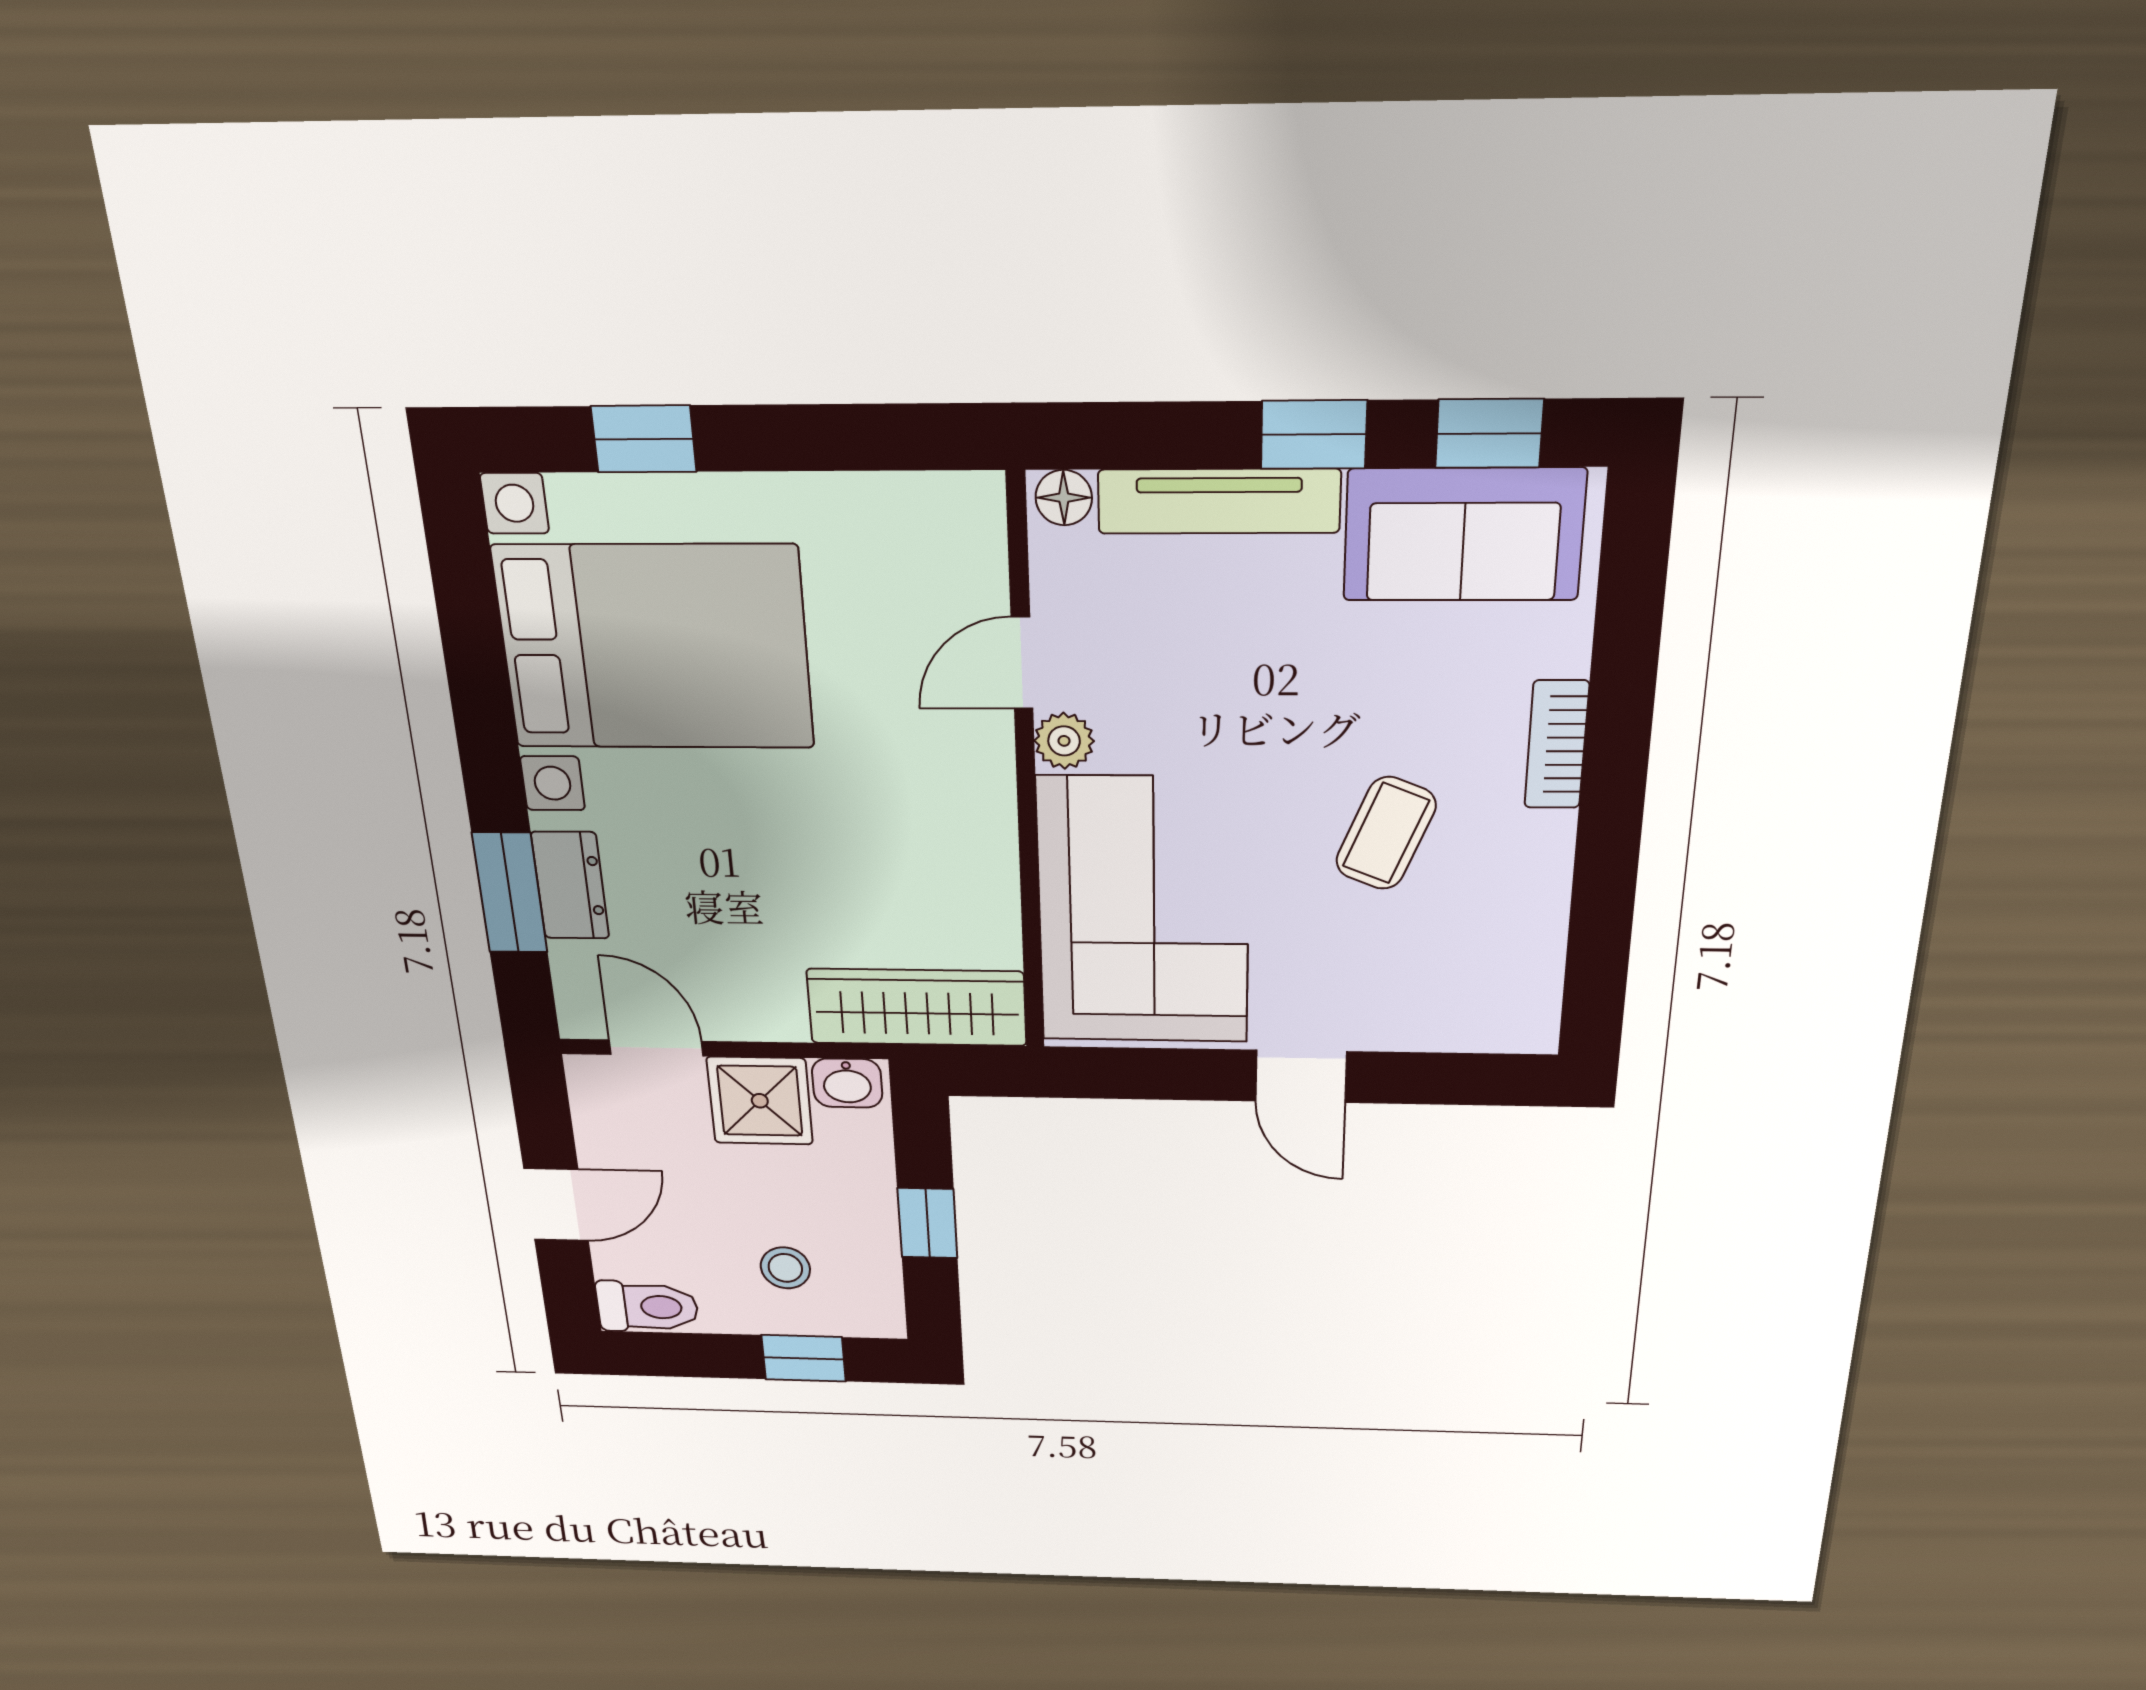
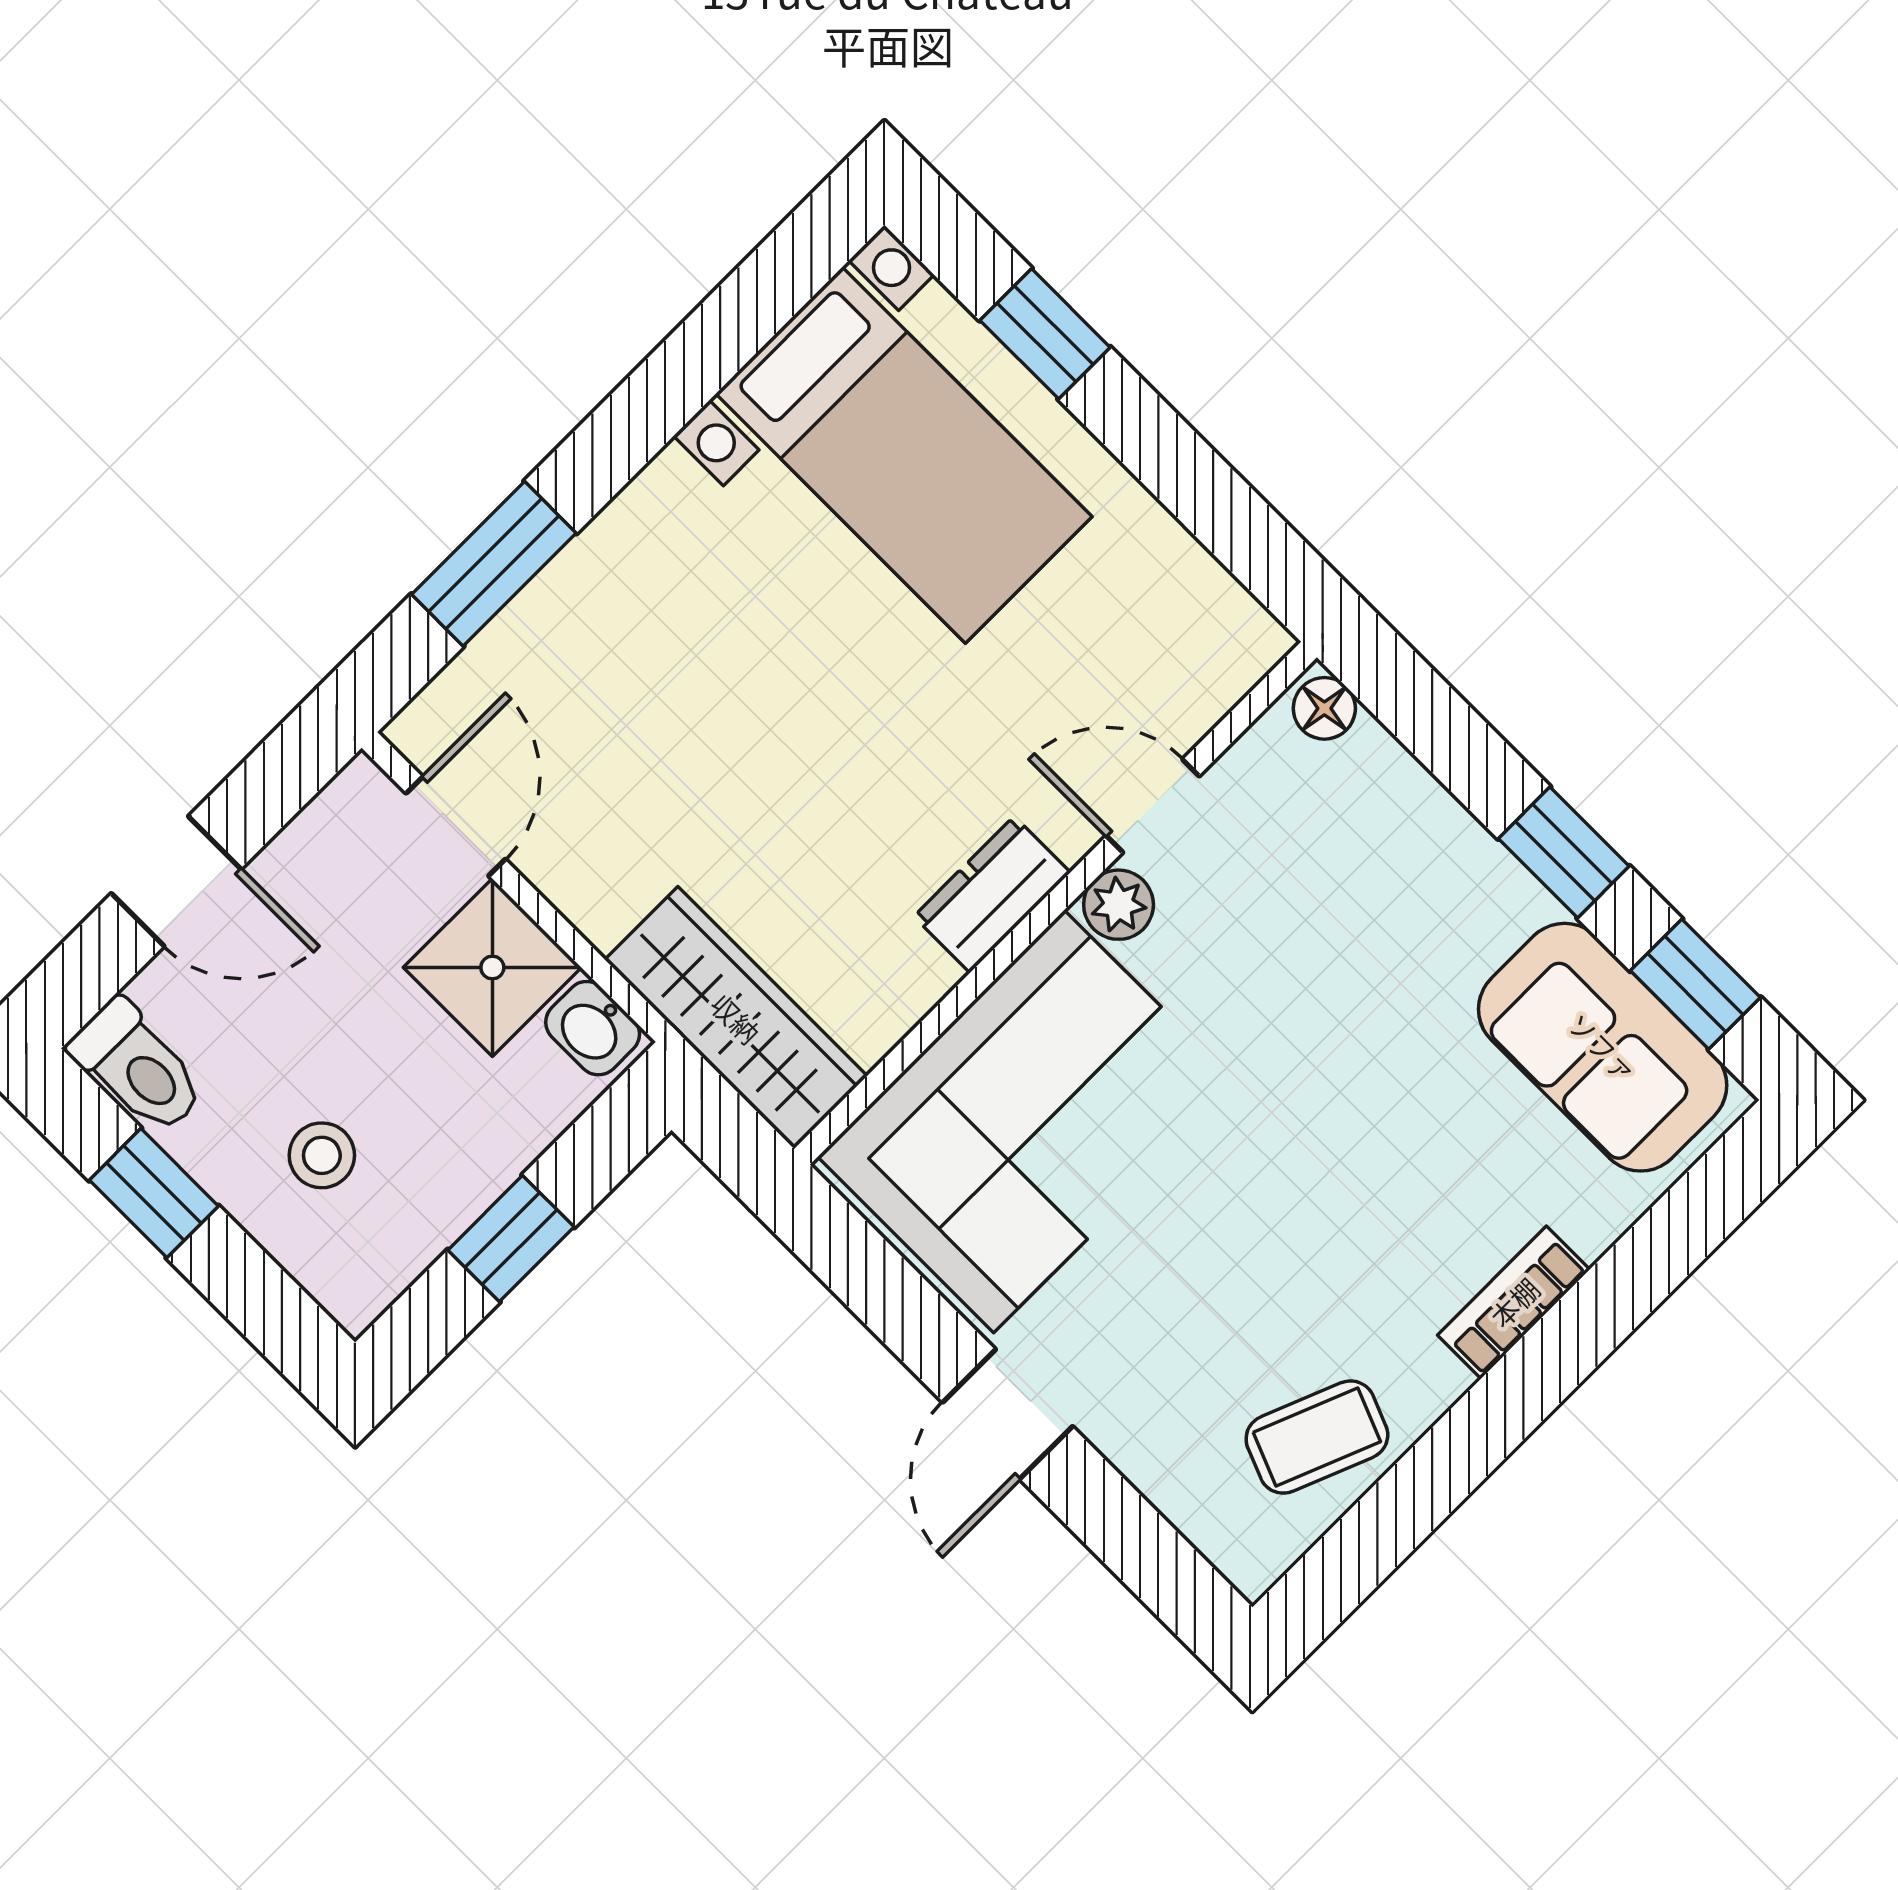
tv unit: (1219, 501) -> (1441, 832), removed
bed with nightstands: (654, 647) -> (904, 455), width x0.73
coffee table: (1386, 833) -> (1317, 1437), moved
dresser: (570, 885) -> (992, 894), moved, turned 180
window: (804, 1358) -> (154, 1193), moved

